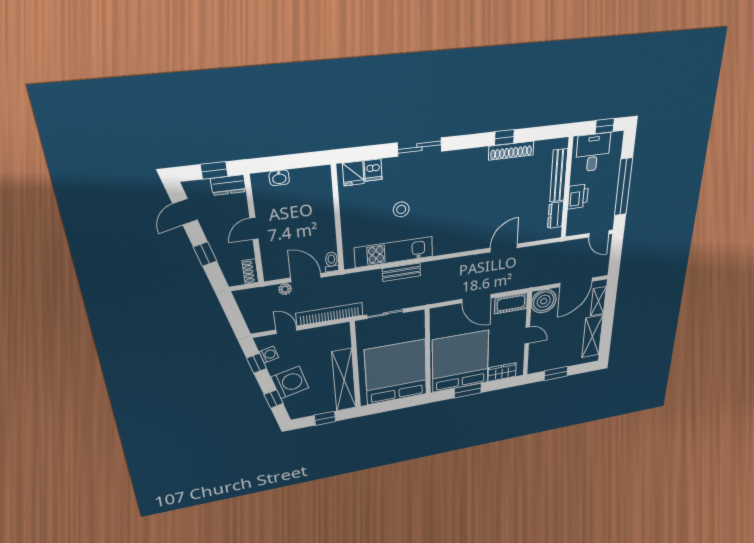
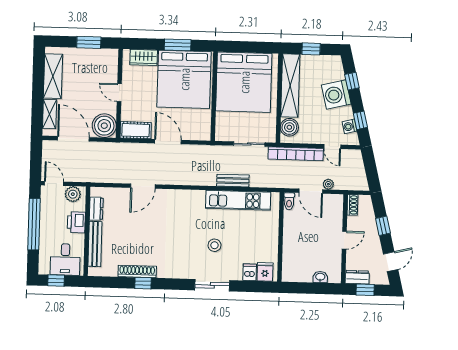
stool: (401, 209) -> (214, 245), moved
plant: (580, 226) -> (73, 194), added
door: (576, 282) -> (73, 139), hinge flipped
boiler: (340, 340) -> (289, 127), added

